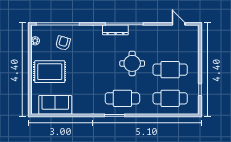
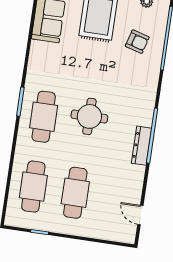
door: (179, 24) -> (140, 215), swing flipped
dresser: (115, 30) -> (142, 146), moved
round table: (132, 63) -> (89, 116), moved

